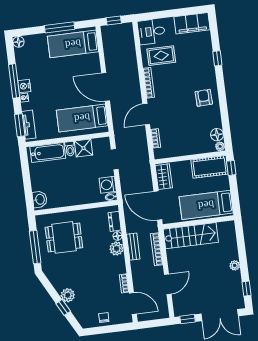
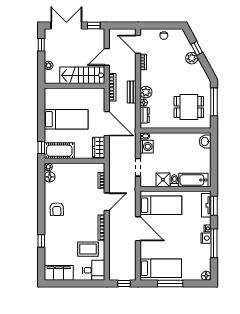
wall: (198, 222) -> (74, 86), moved
stairs: (191, 236) -> (82, 75), moved

